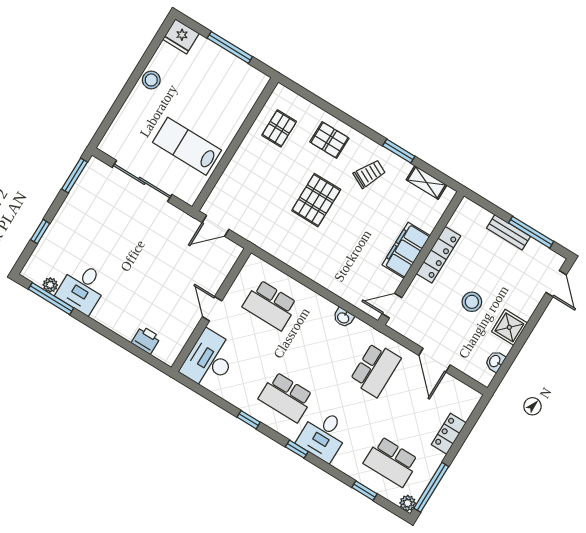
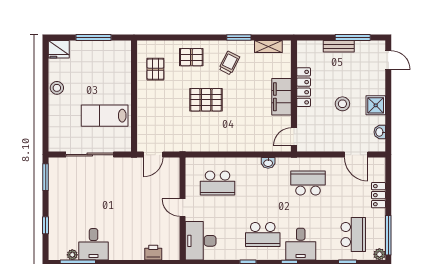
pallet: (316, 200) -> (206, 100), turned 90
door: (434, 360) -> (356, 155), moved
school desk: (375, 369) -> (308, 183), turned -90
school desk: (391, 462) -> (353, 235), turned -90

